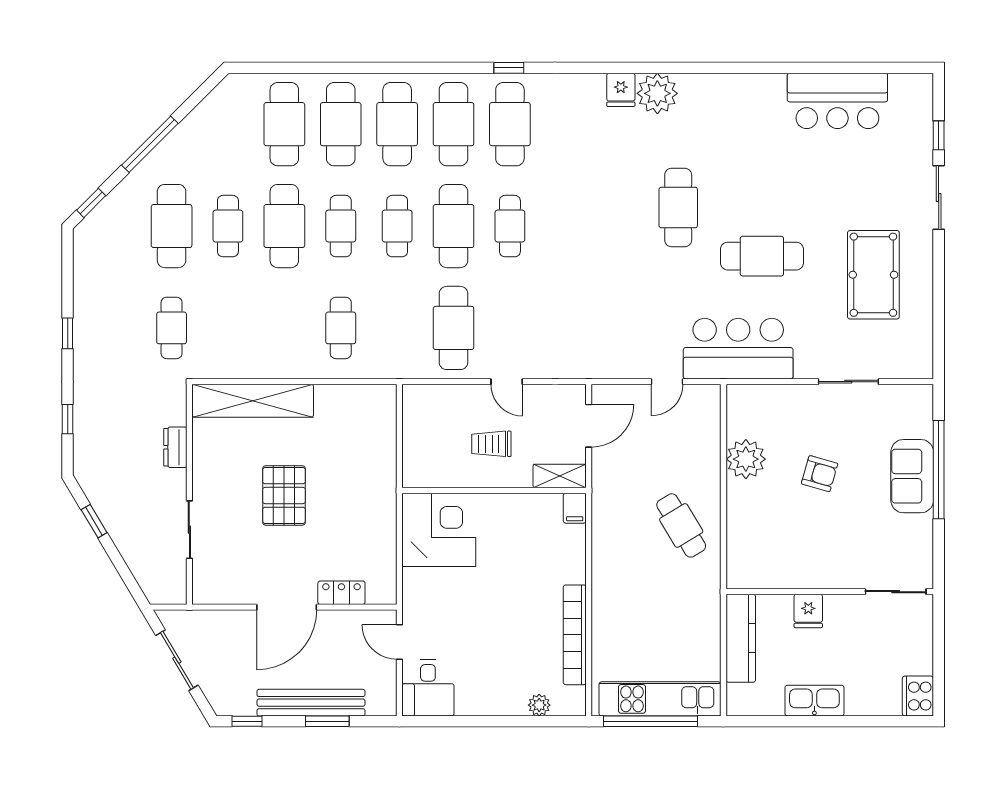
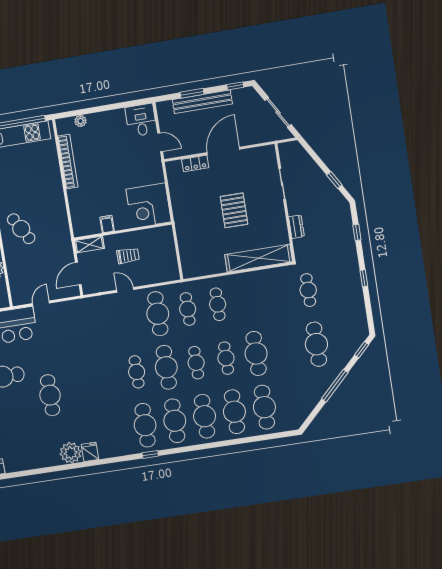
cafe table: (228, 226) -> (188, 309), moved
filing cabinet: (575, 508) -> (107, 224), moved

